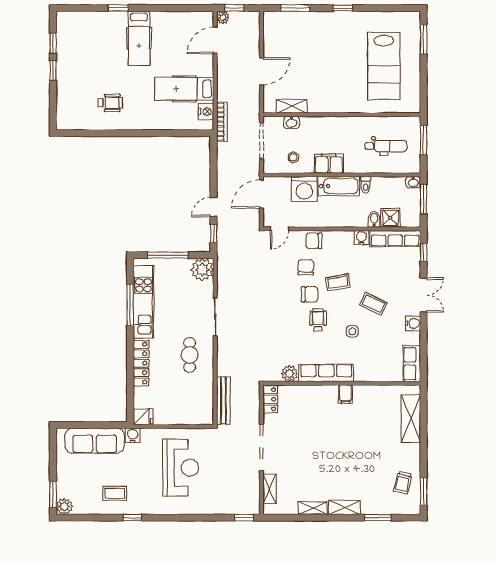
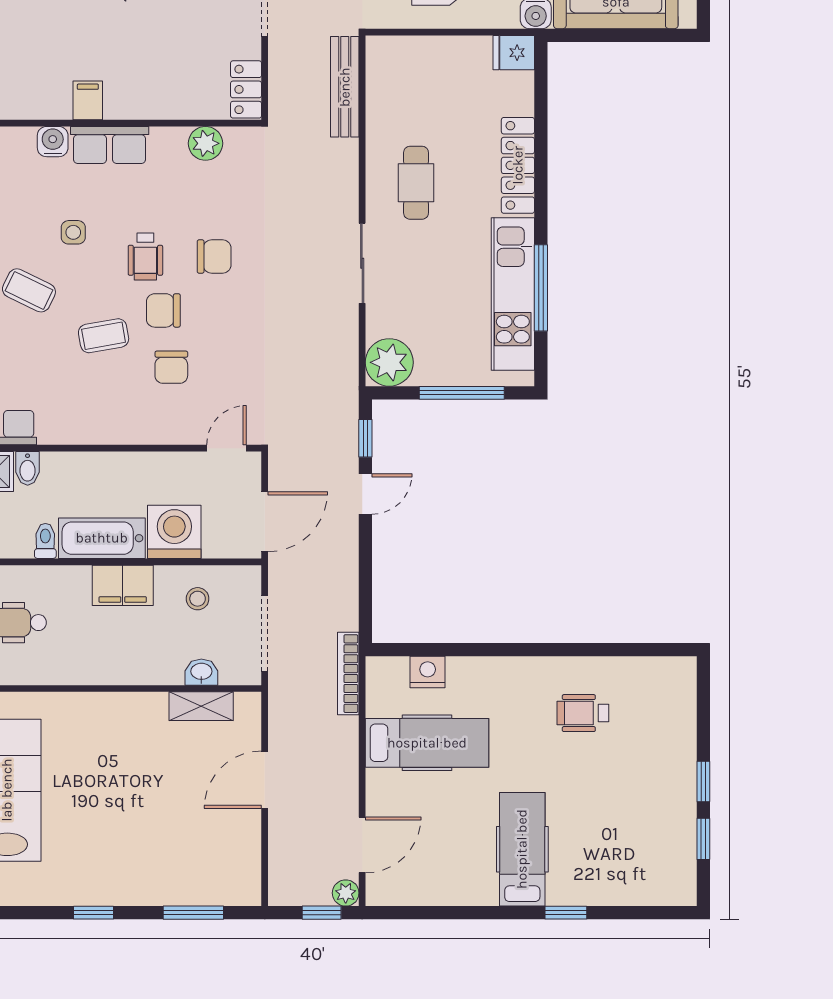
nightstand: (206, 112) -> (428, 672), moved, turned 90
water cooler: (361, 238) -> (53, 142), moved, turned 180
chair: (314, 241) -> (214, 257), moved
row of seats: (326, 373) -> (110, 145), width x0.68

